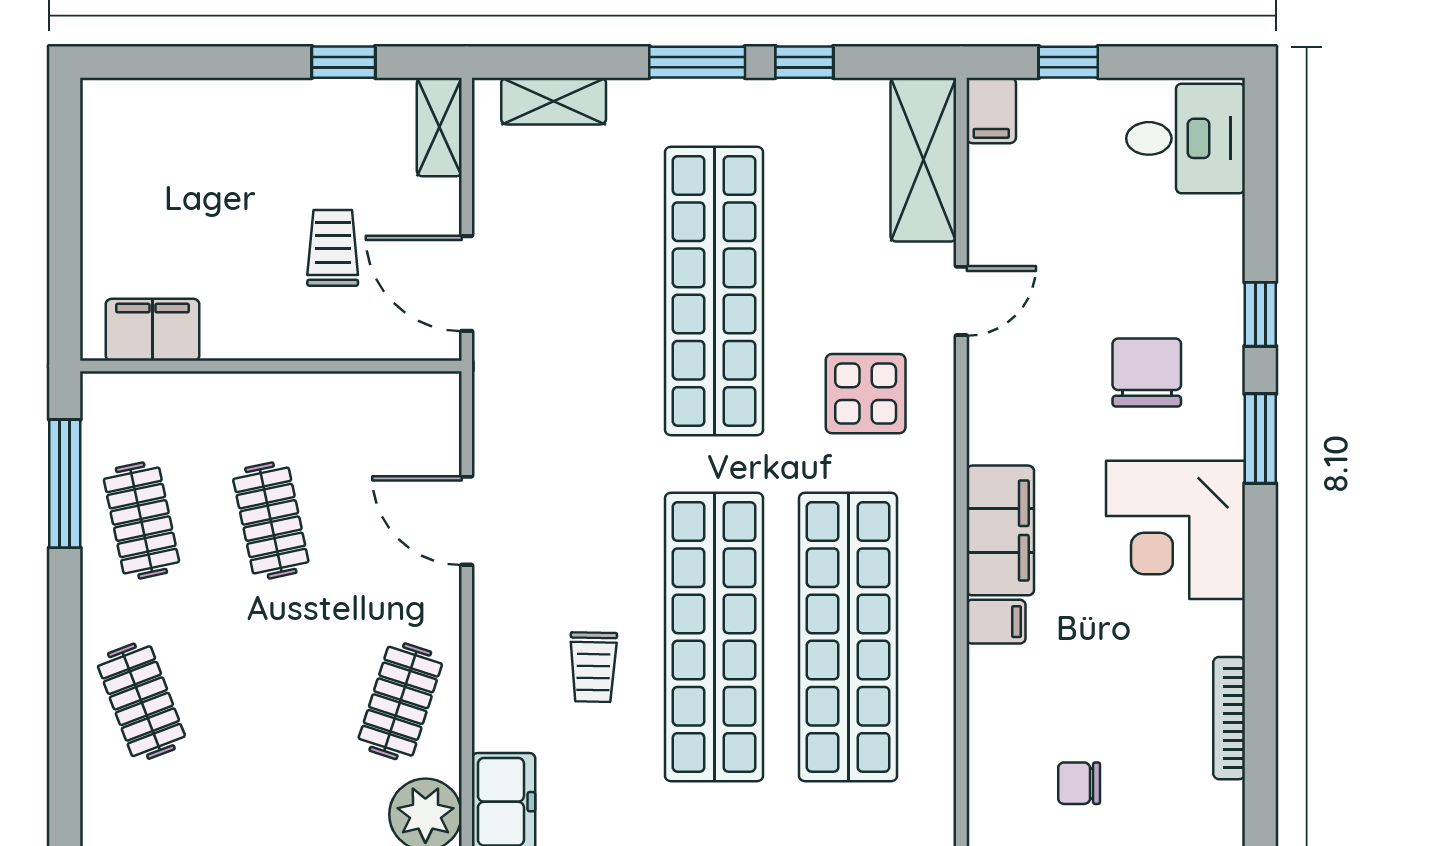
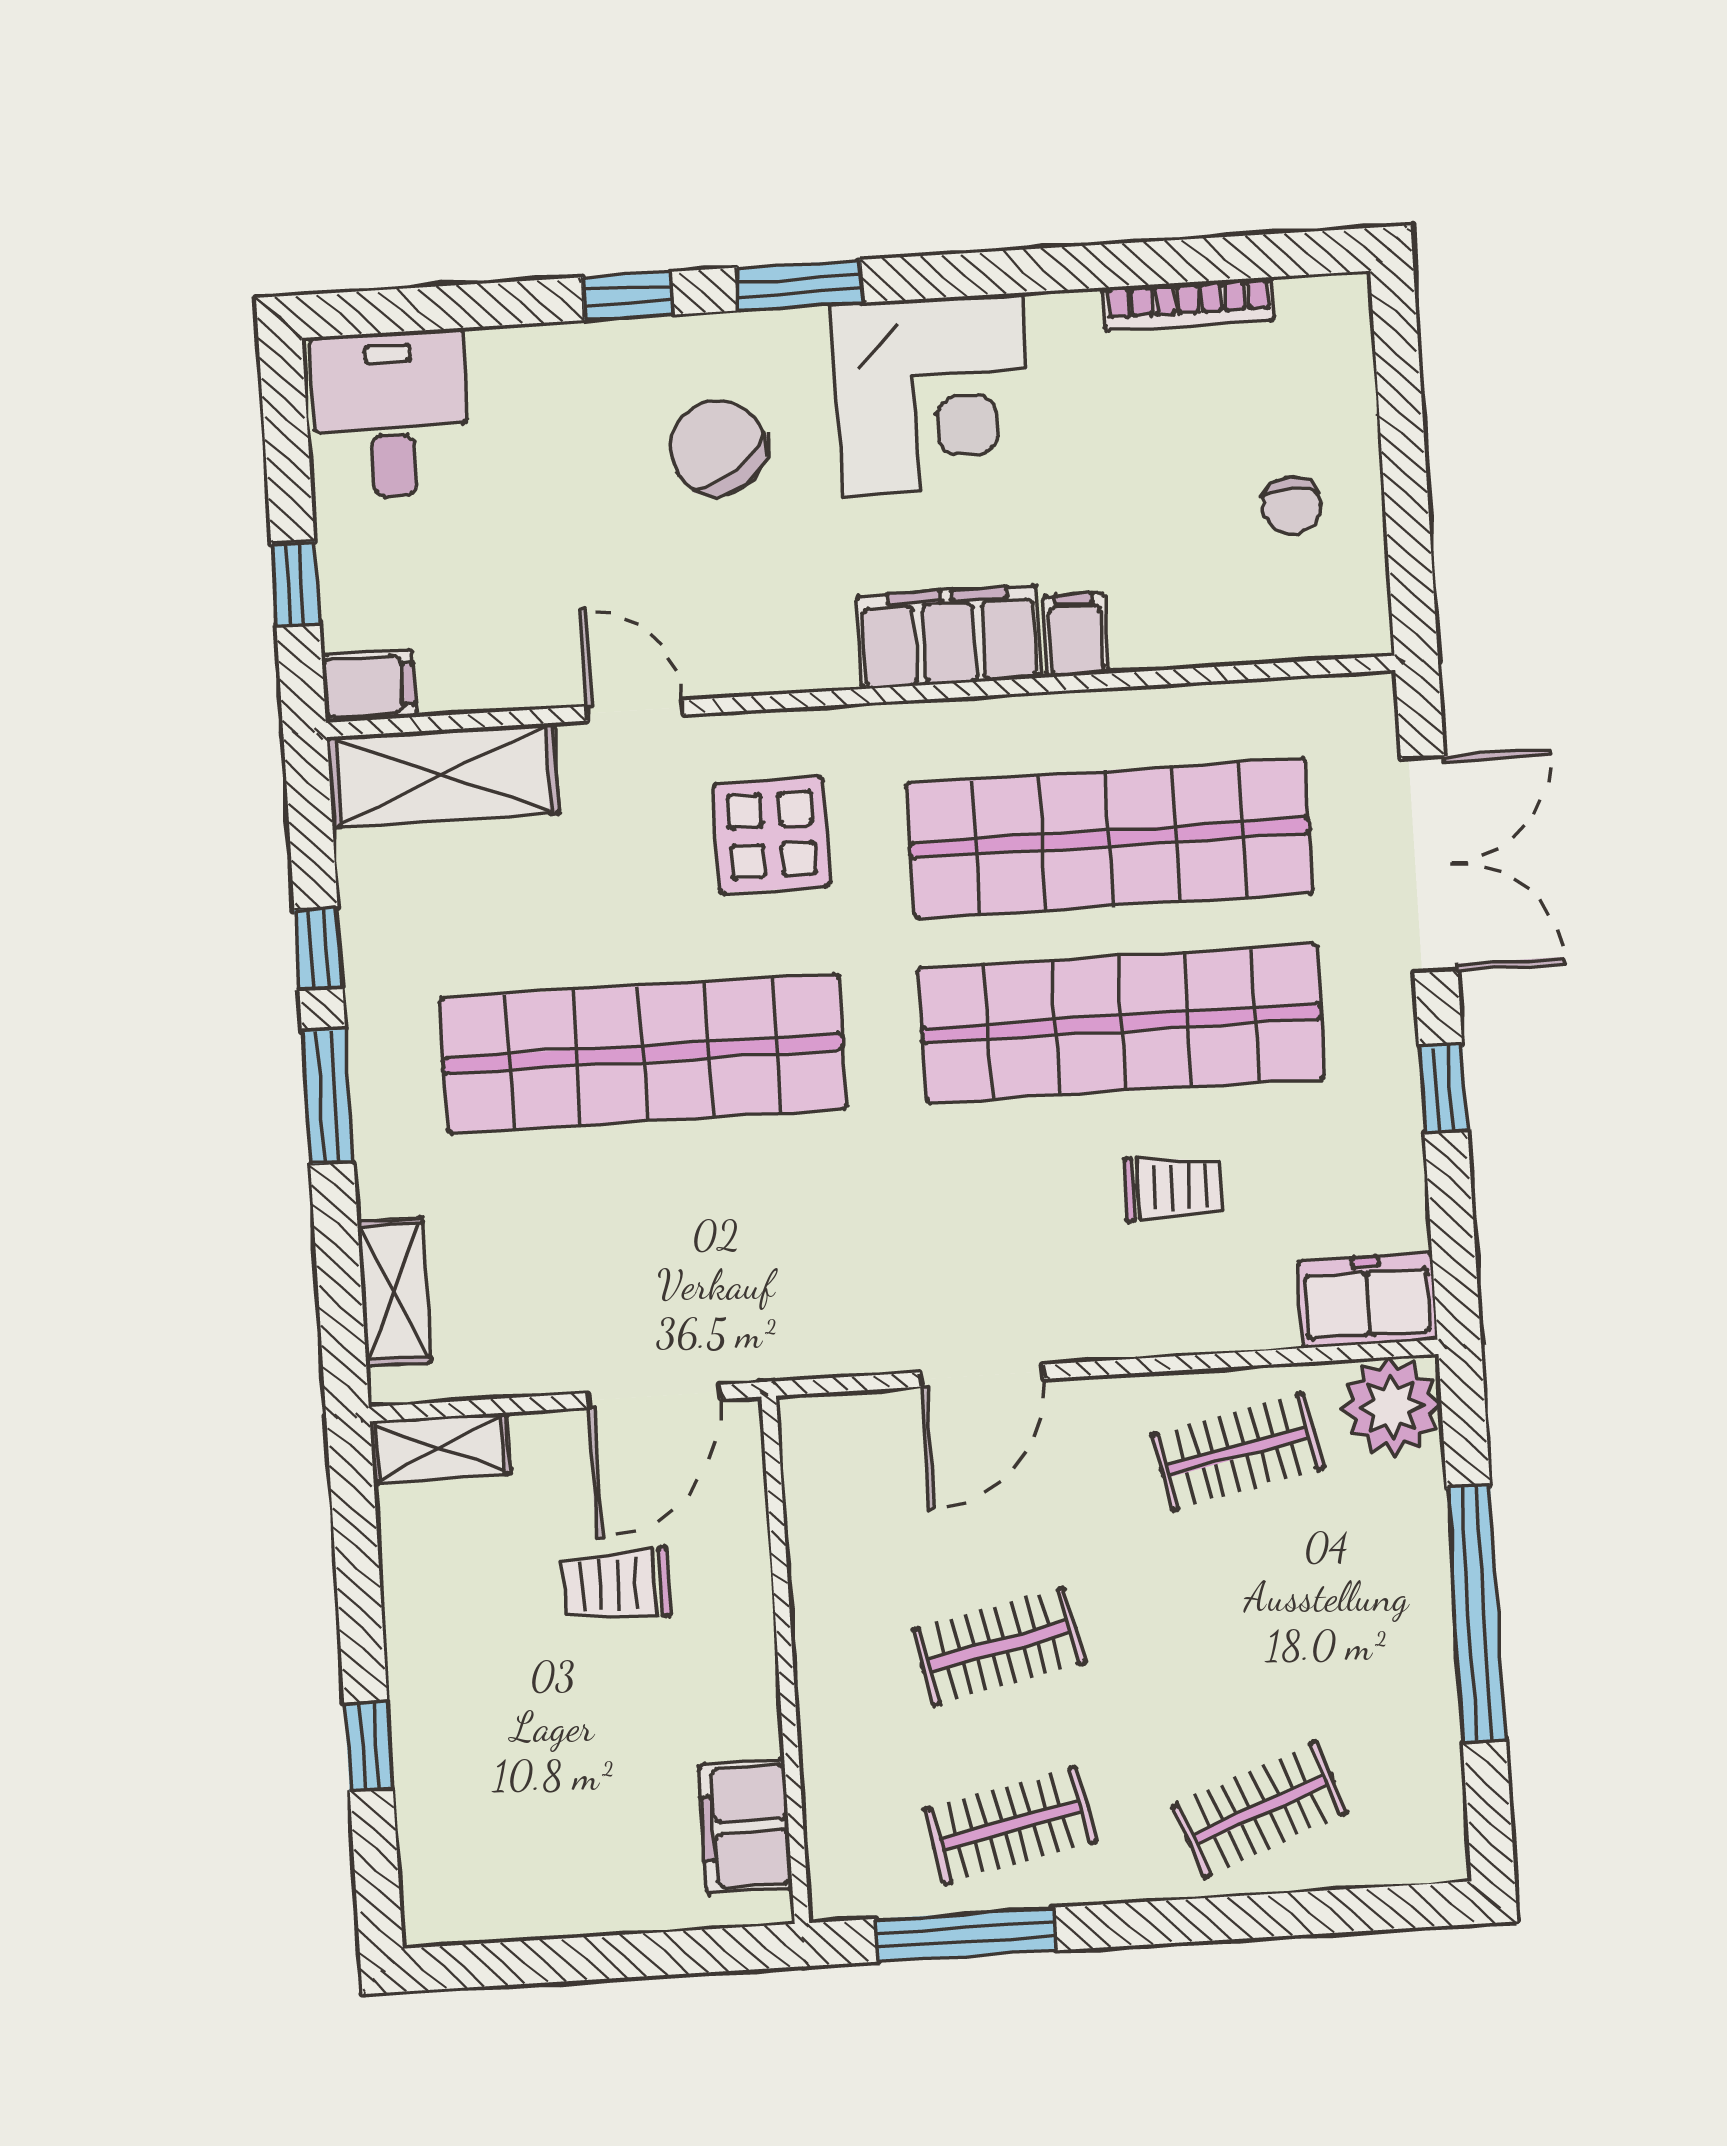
window: (343, 62) -> (369, 1746), moved
chair: (1147, 372) -> (718, 448), turned 55
clothes rail: (400, 701) -> (1237, 1452), turned -30

